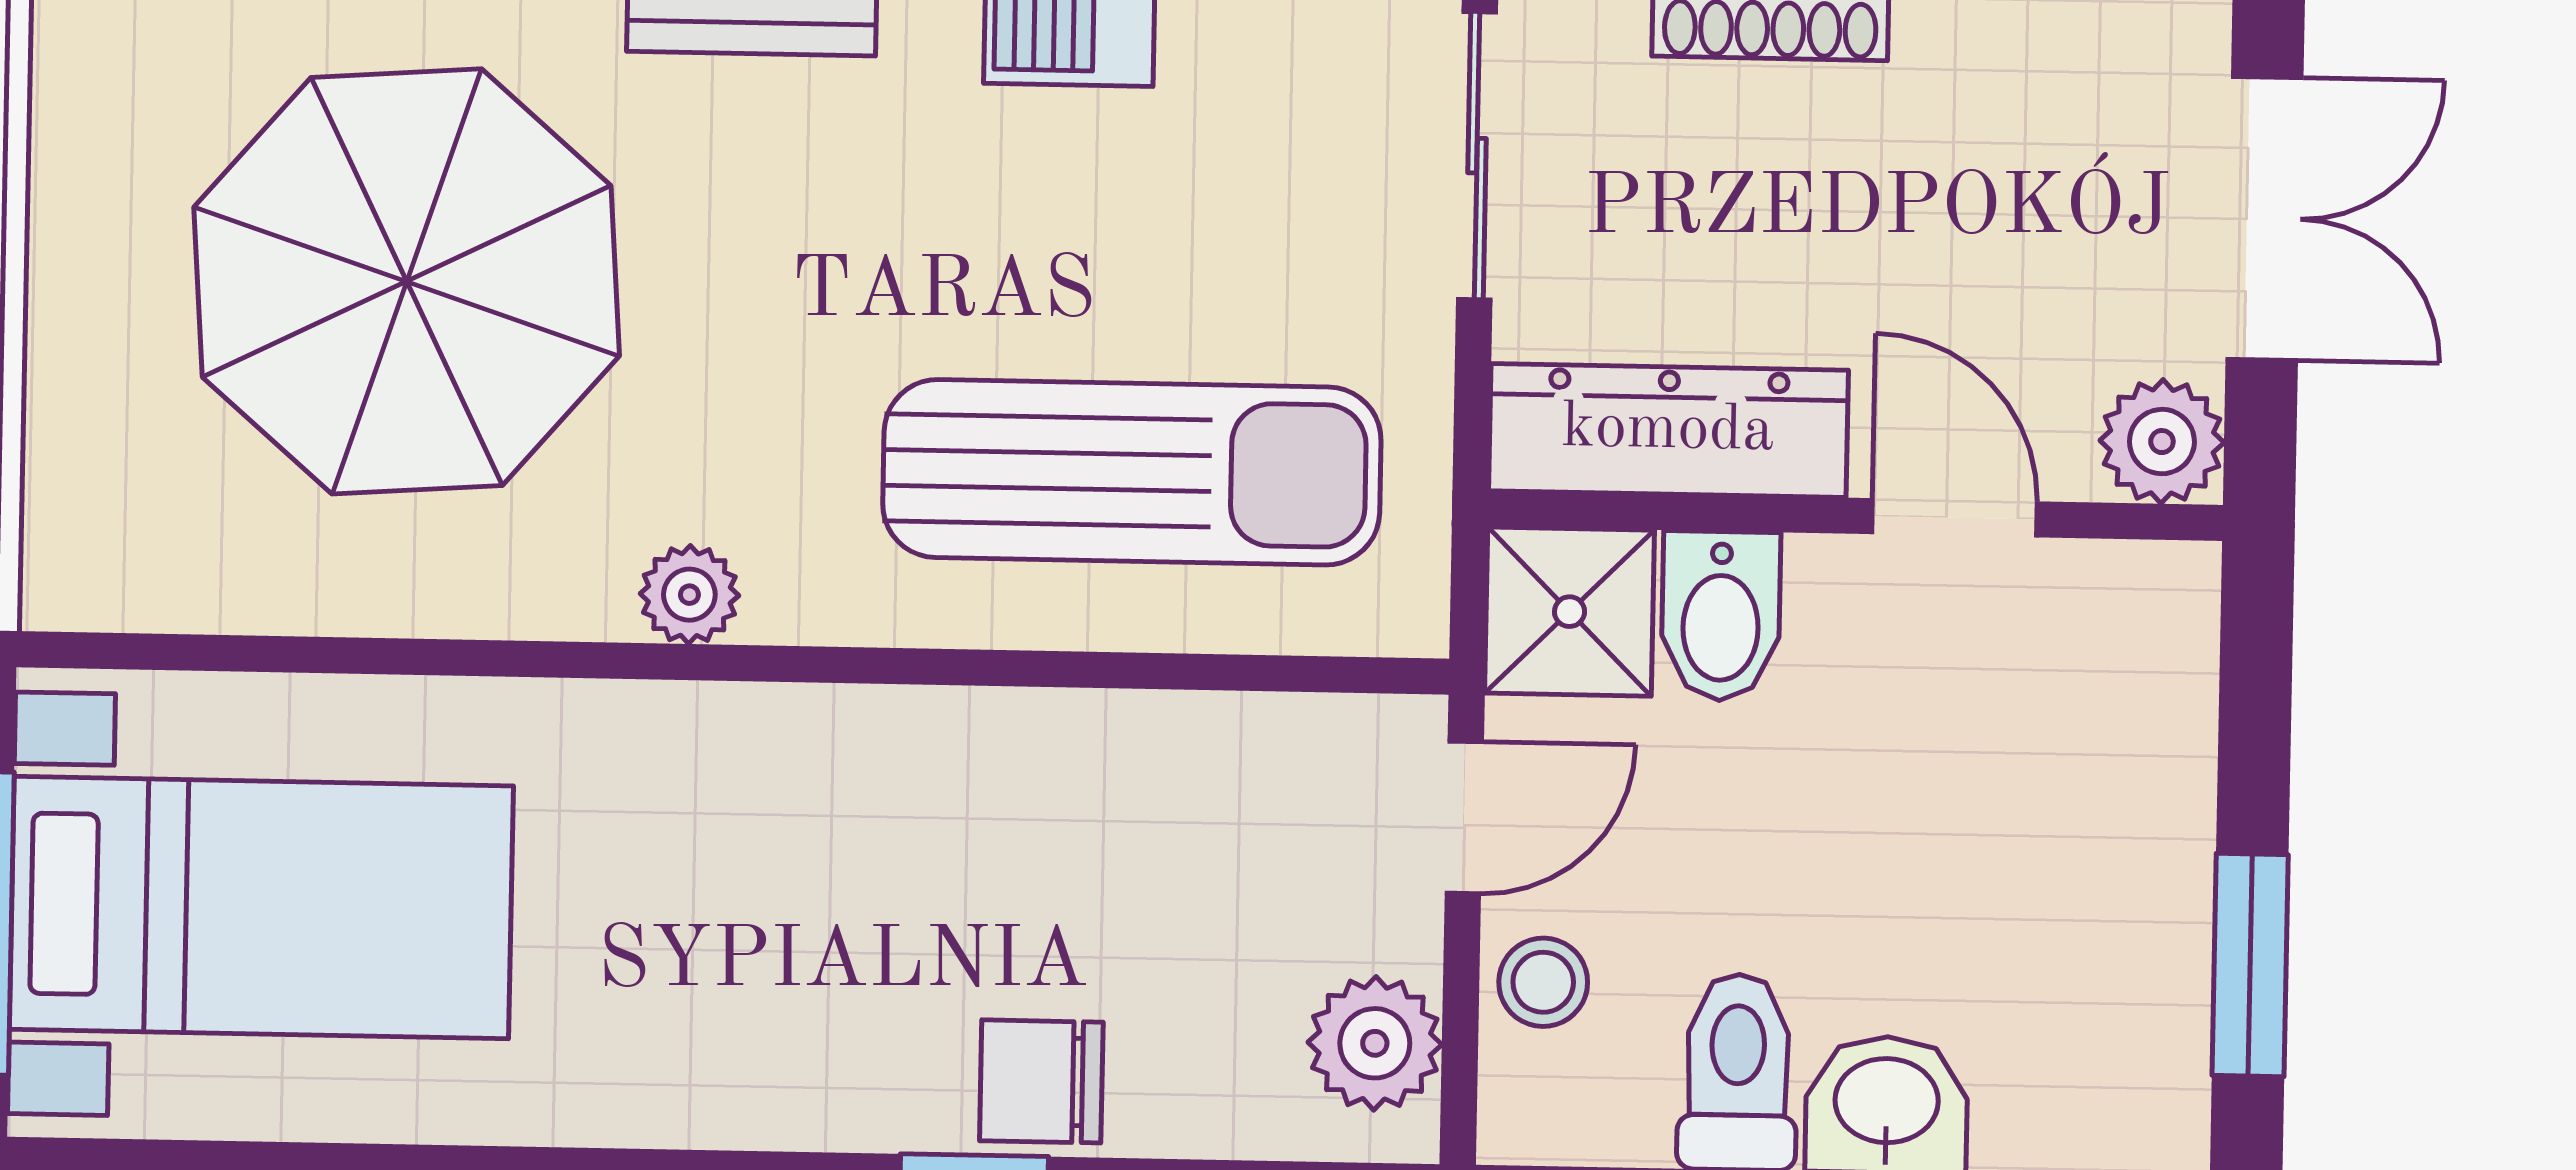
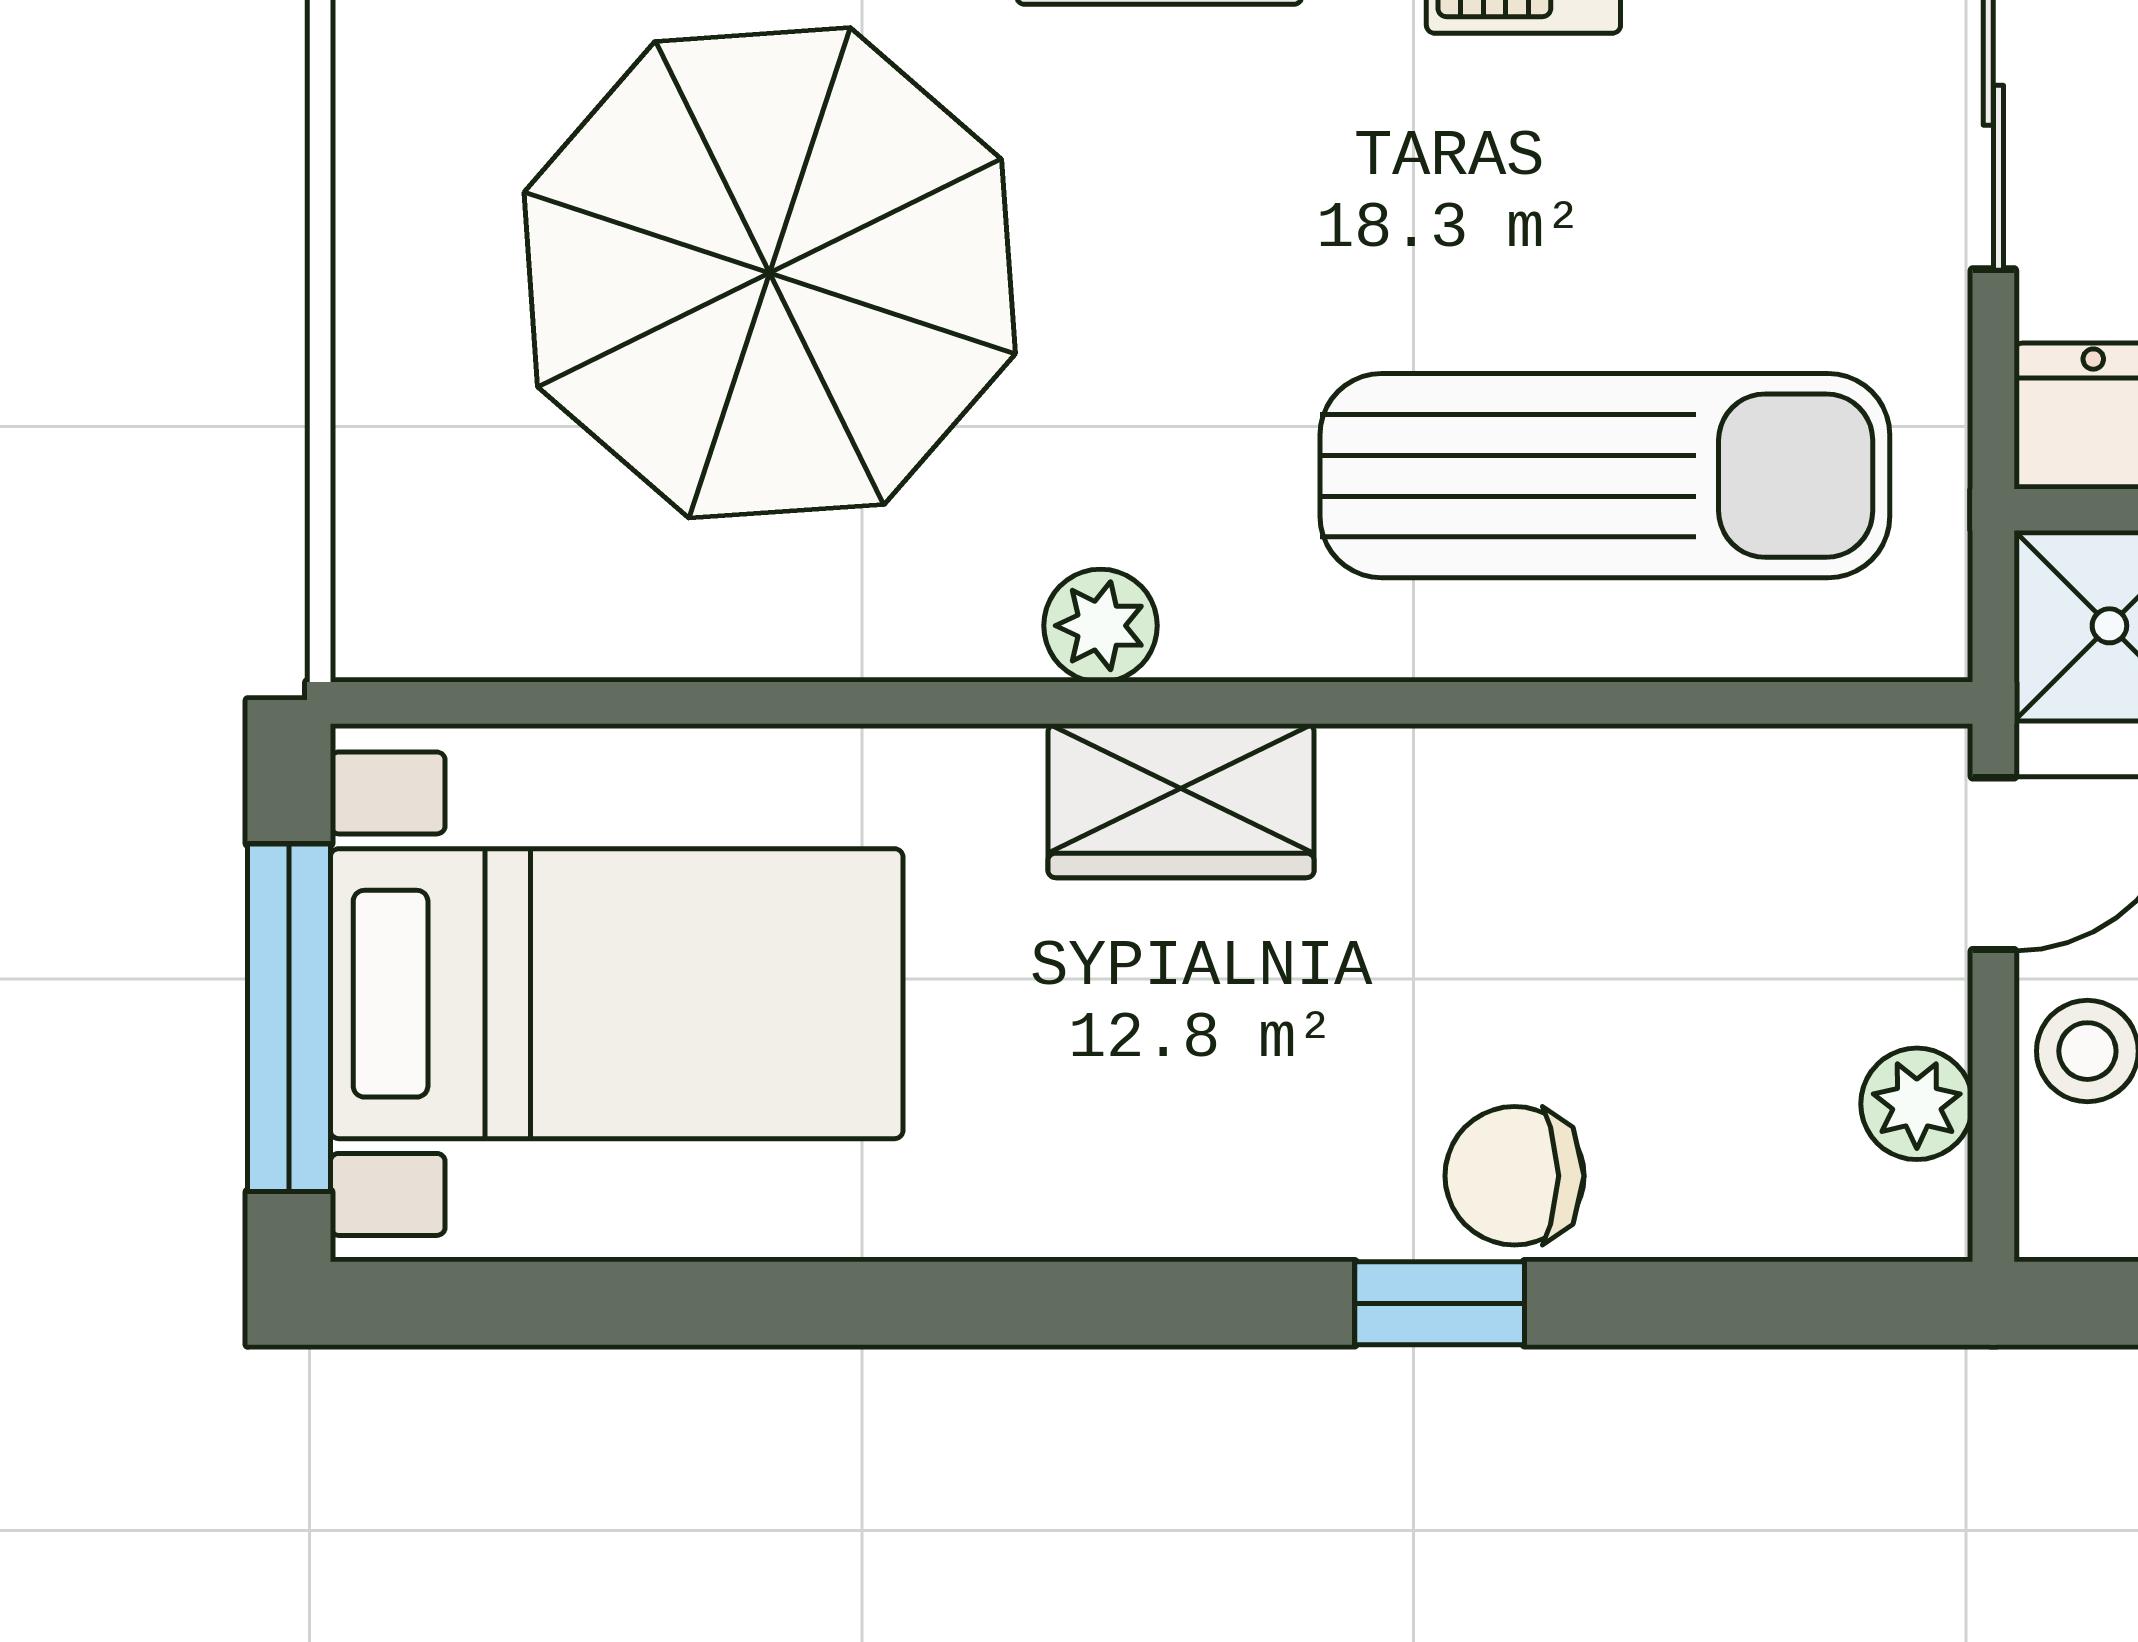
wardrobe: (757, 749) -> (1181, 801), added
plant: (1375, 1043) -> (1917, 1104), width x0.73, depth x0.73

